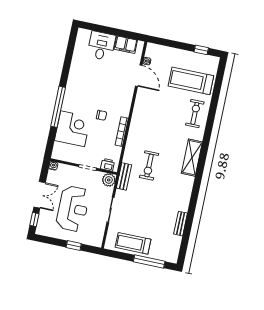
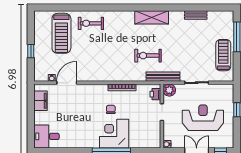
desk: (101, 46) -> (47, 136), moved
window: (201, 50) -> (31, 51), moved
corner desk: (73, 129) -> (114, 134), moved
shelving: (192, 158) -> (152, 17), moved
exercise bike: (149, 166) -> (148, 56), turned 180
bench: (124, 176) -> (163, 77), width x1.36
treadmill: (133, 243) -> (223, 55), turned 180

